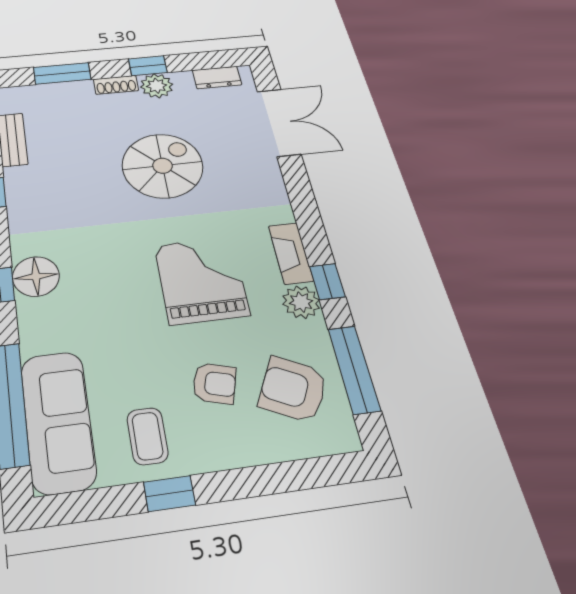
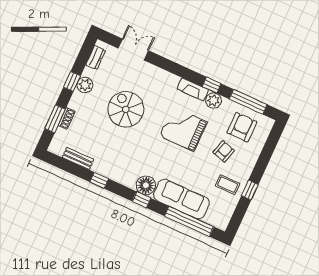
shoe rack: (116, 85) -> (67, 118), moved
double door: (279, 122) -> (133, 49), width x0.73
armchair: (293, 389) -> (242, 127), turned 153
sofa: (58, 421) -> (181, 199), moved

